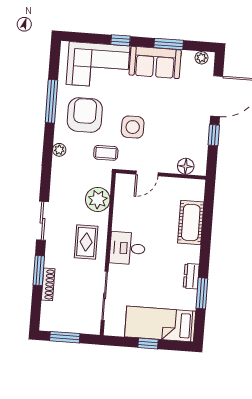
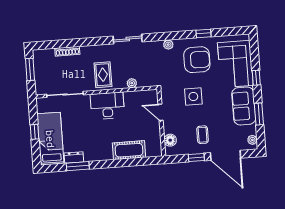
window: (51, 101) -> (203, 33), width x0.46
coffee table: (106, 153) -> (203, 135), moved
plant: (98, 199) -> (132, 83), width x0.53, depth x0.53
sliding door: (42, 221) -> (128, 39), moved
rug: (86, 242) -> (103, 75), turned 90
desk: (127, 248) -> (107, 106), width x1.37
window: (39, 271) -> (76, 43), removed
dresser: (191, 276) -> (74, 158), moved

